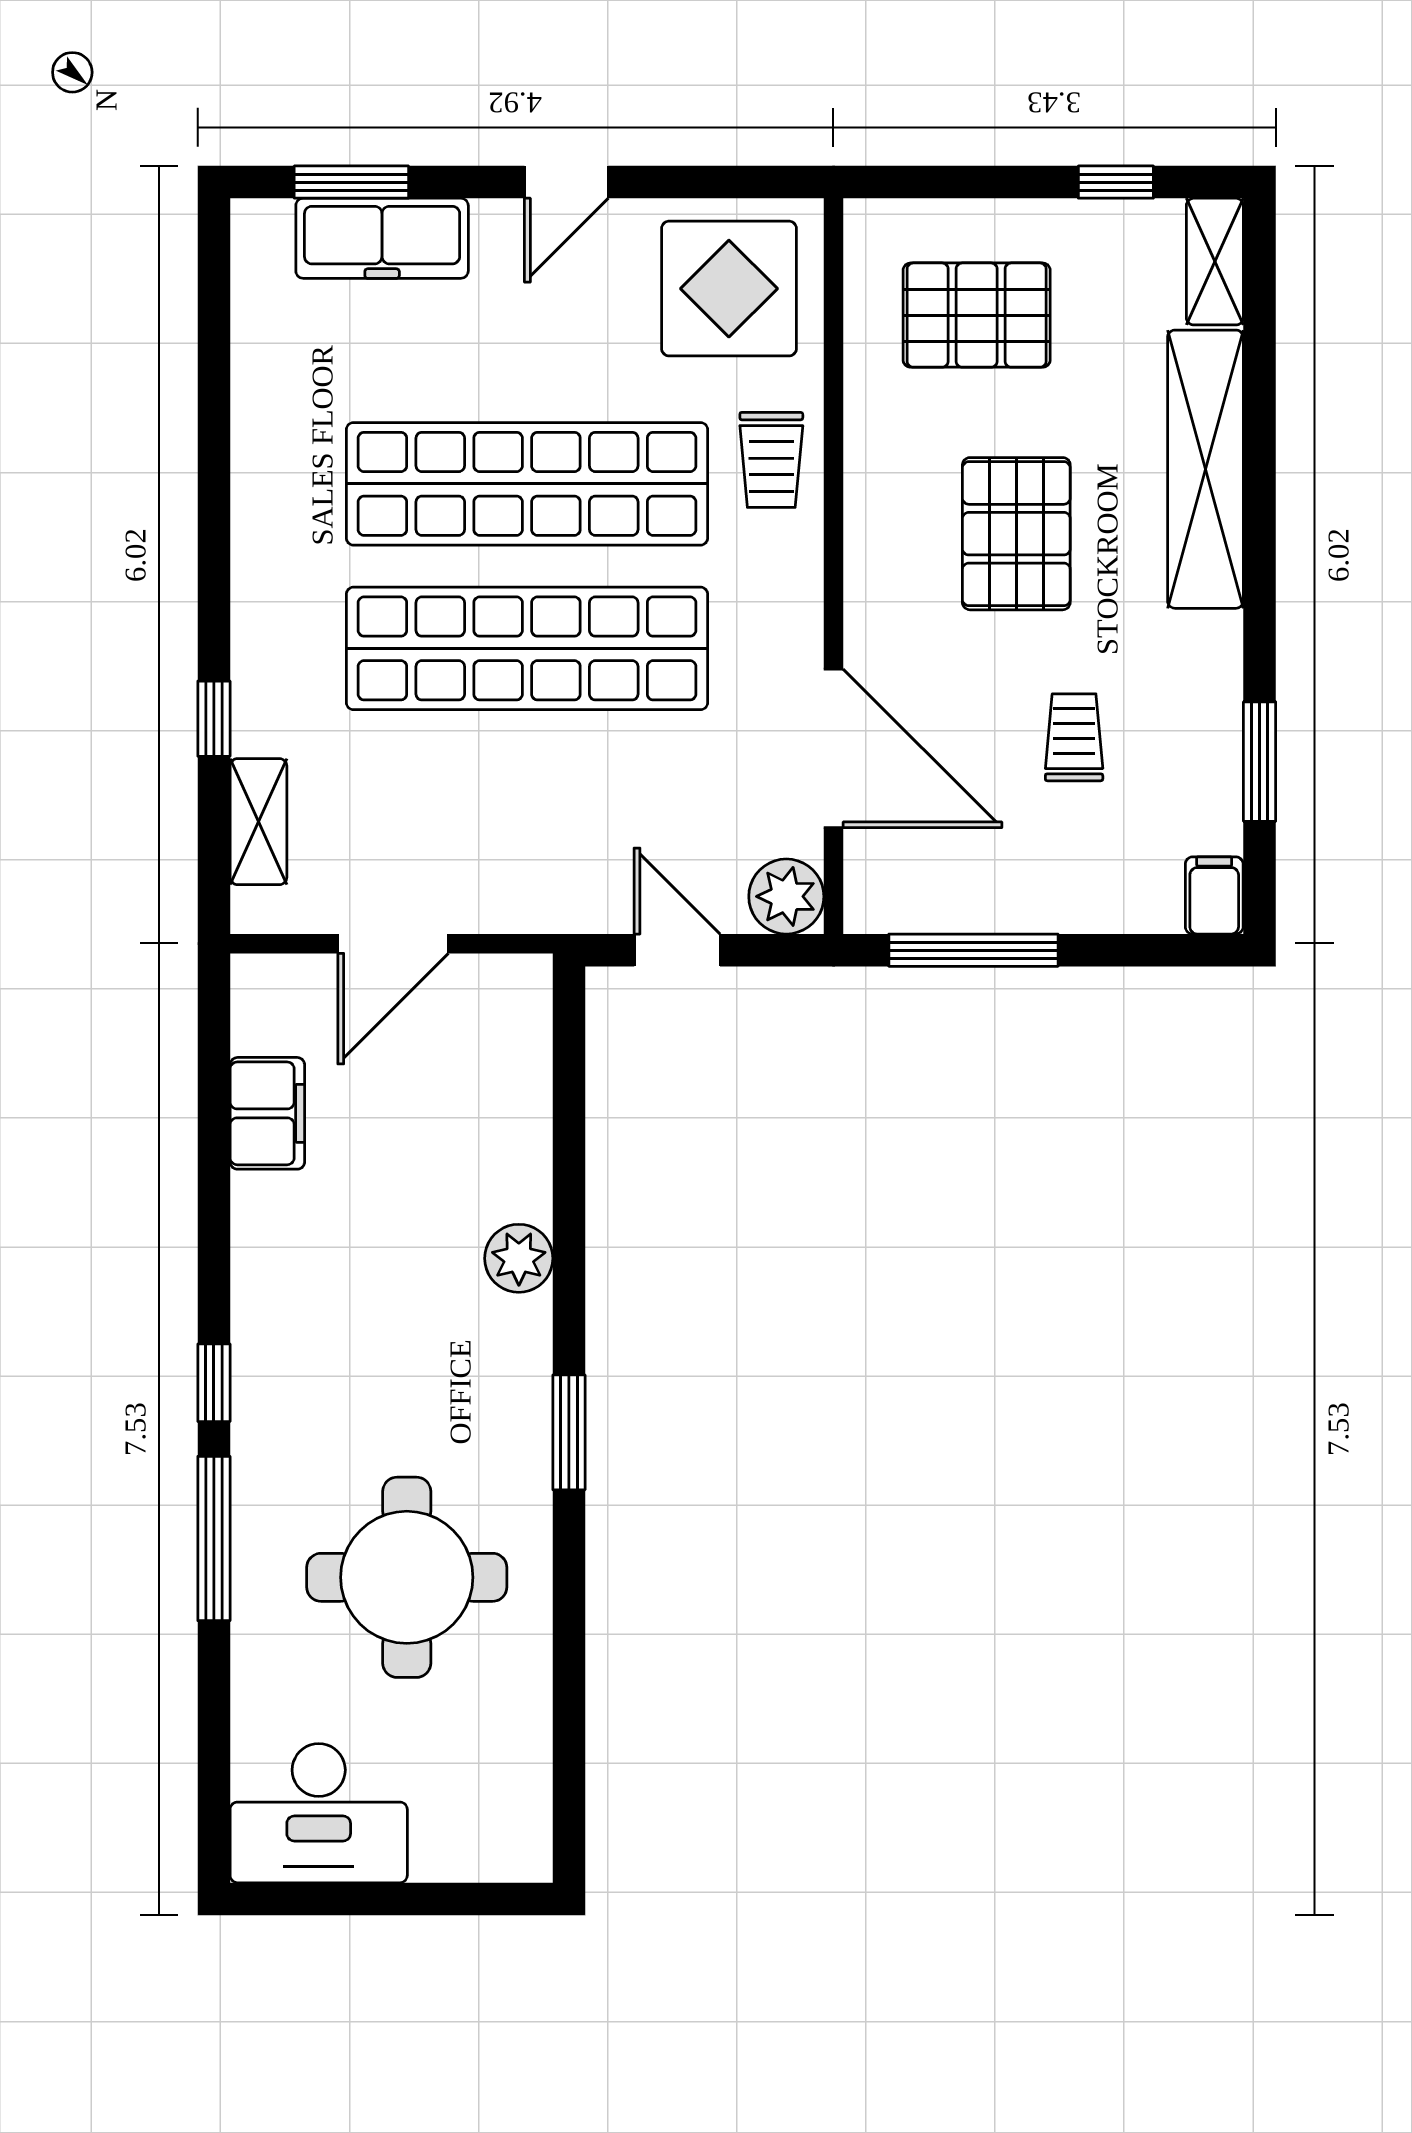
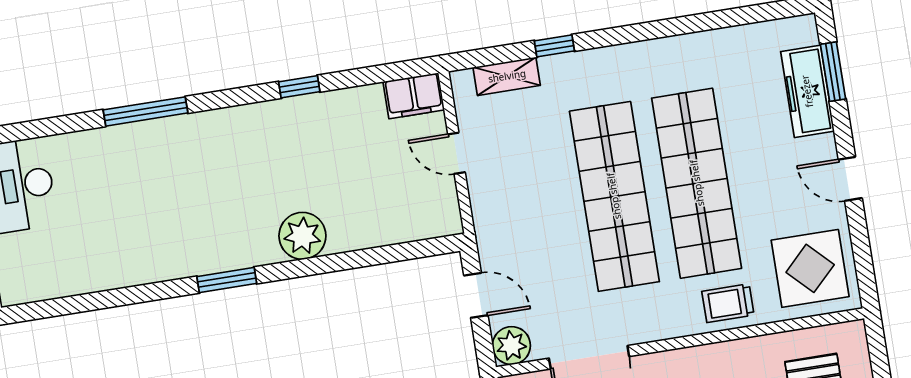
door: (393, 944) -> (456, 153), width x0.73
door: (677, 950) -> (476, 295), hinge flipped
filing cabinet: (267, 1113) -> (414, 96), moved
plant: (519, 1258) -> (302, 236), width x1.36, depth x1.36
window: (214, 1383) -> (299, 87), moved
round table: (407, 1577) -> (142, 211), removed

